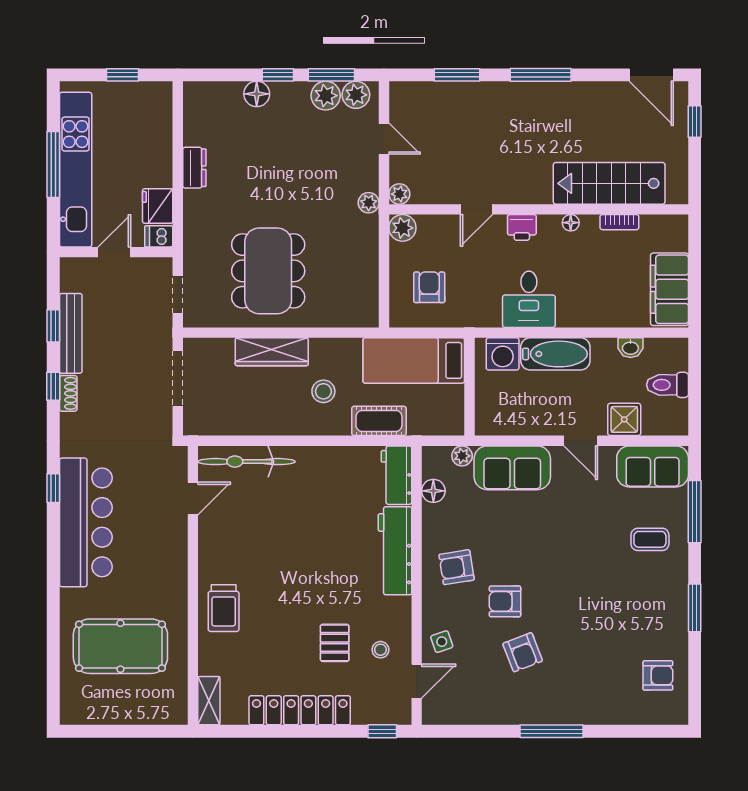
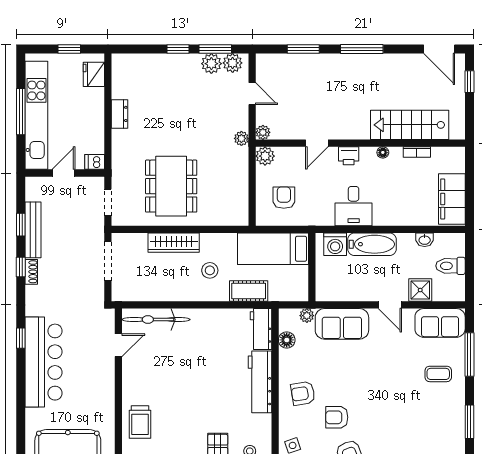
floor lamp: (257, 94) -> (163, 62), removed
fridge: (158, 206) -> (94, 74), moved

